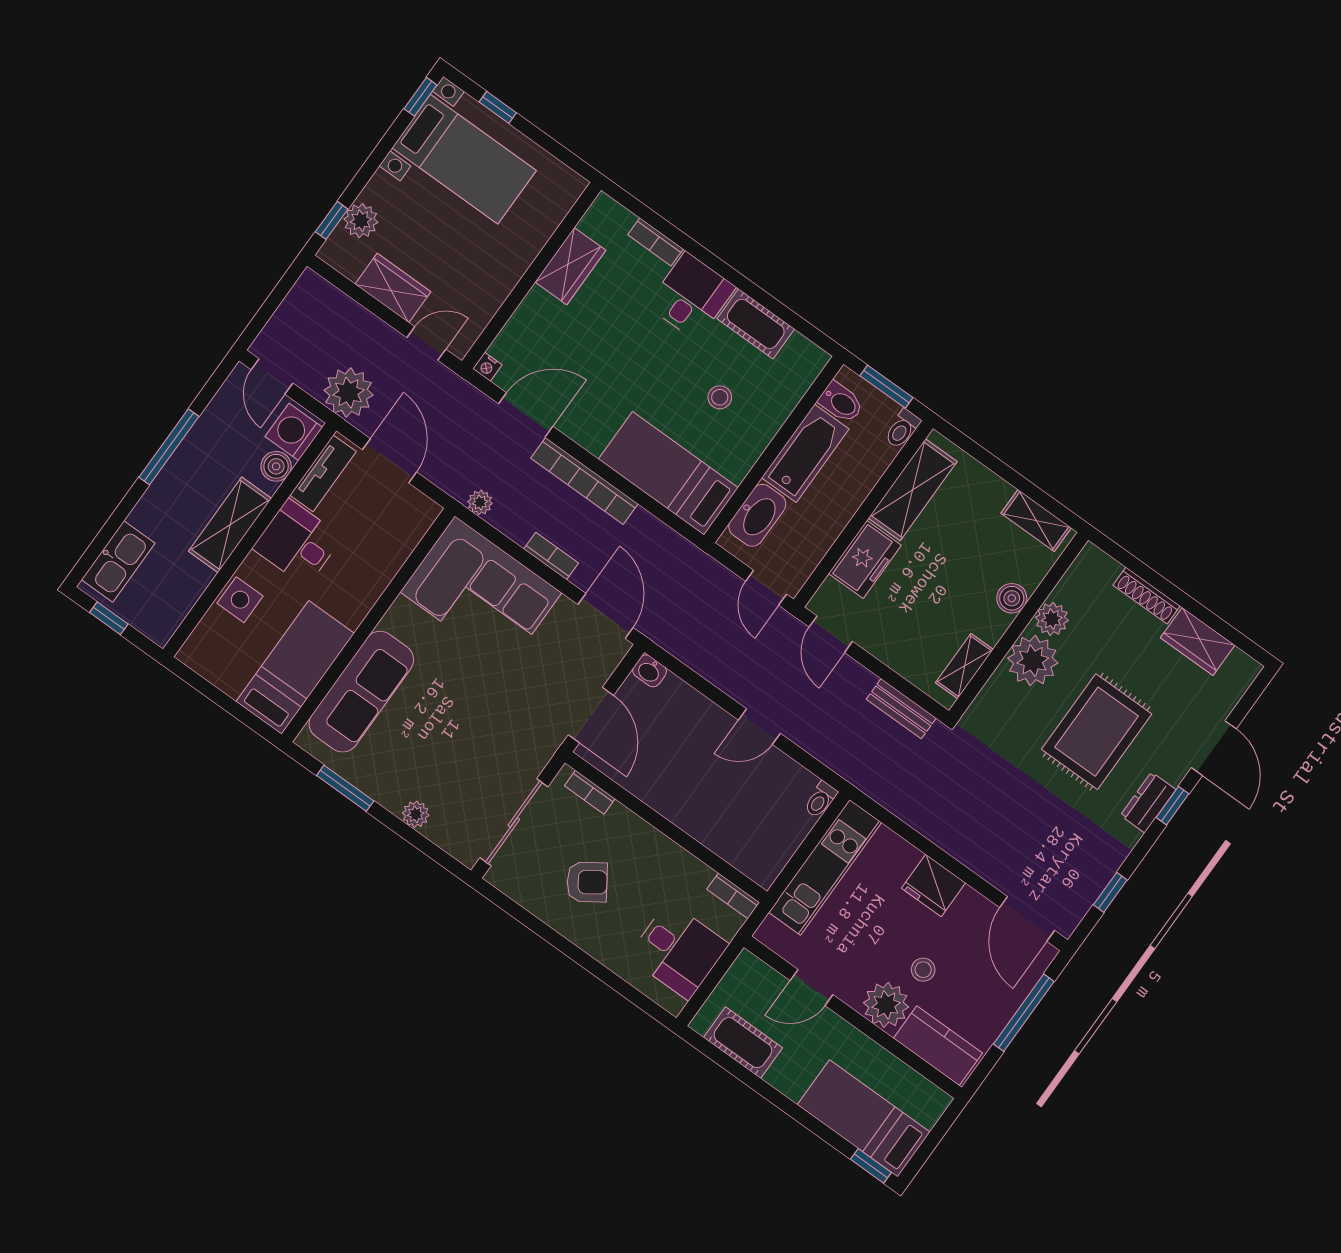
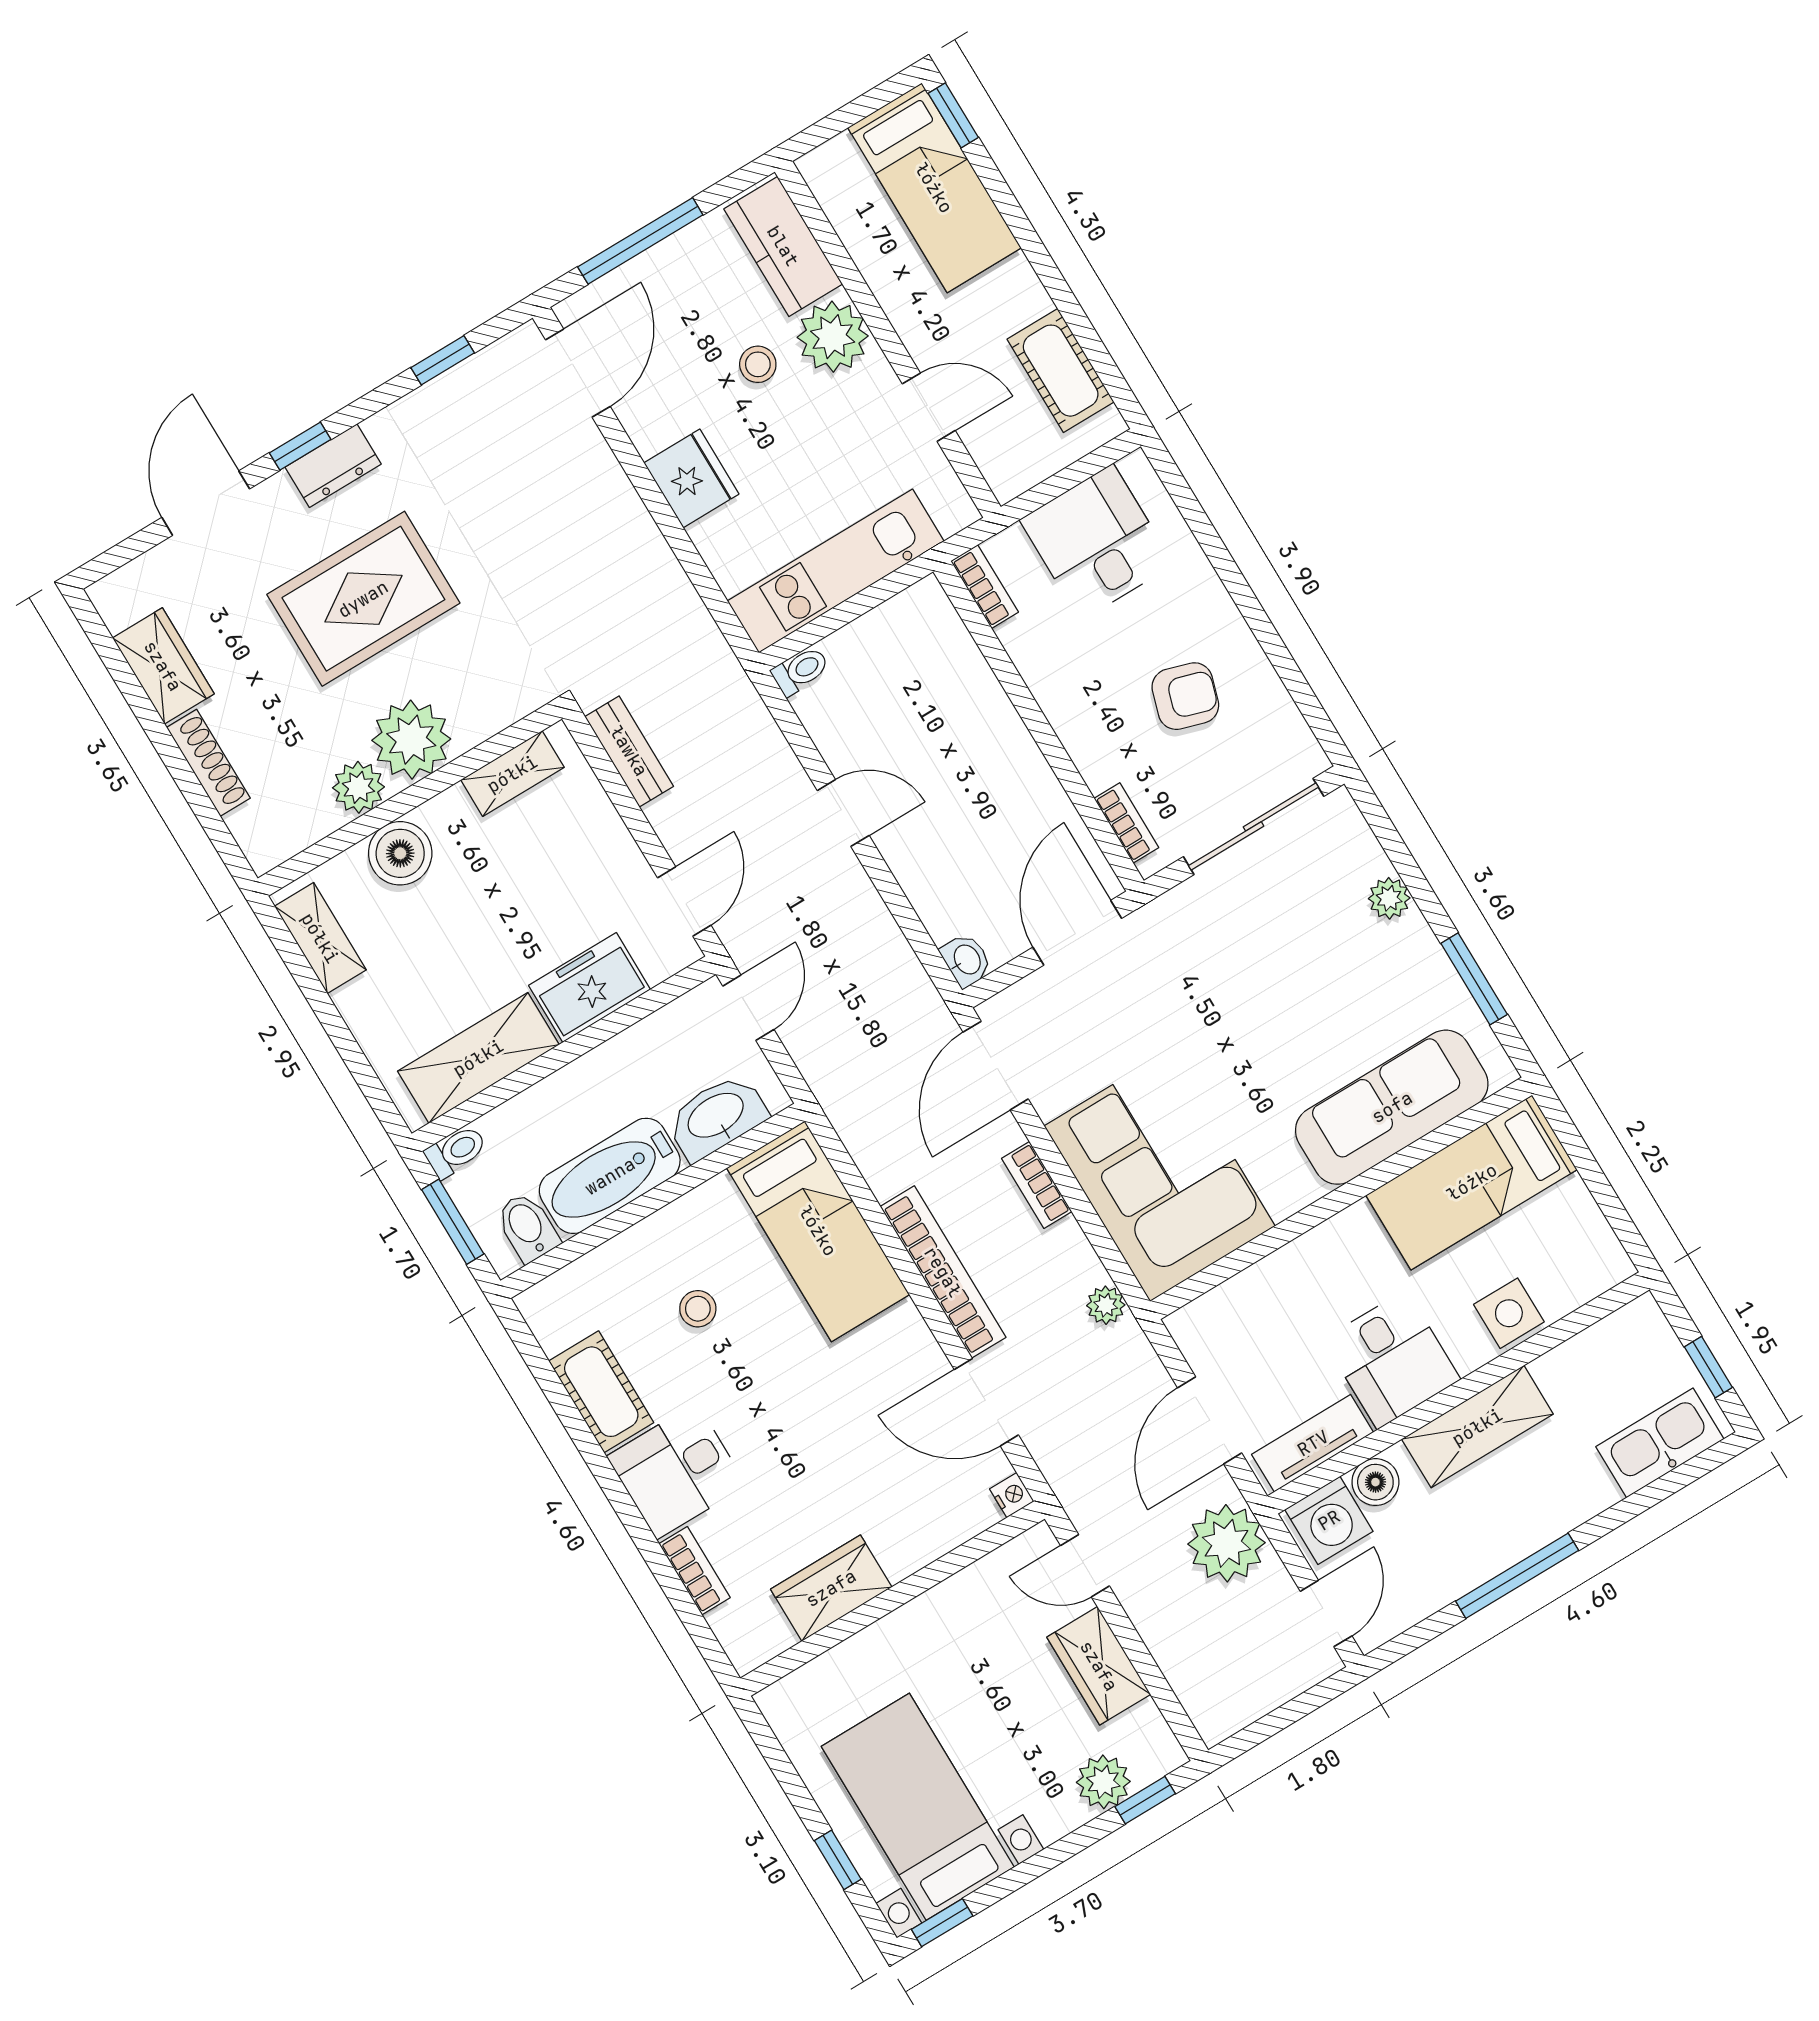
boiler: (1012, 598) -> (400, 853), width x1.36, depth x1.36
armchair: (587, 882) -> (1185, 696), turned 141

